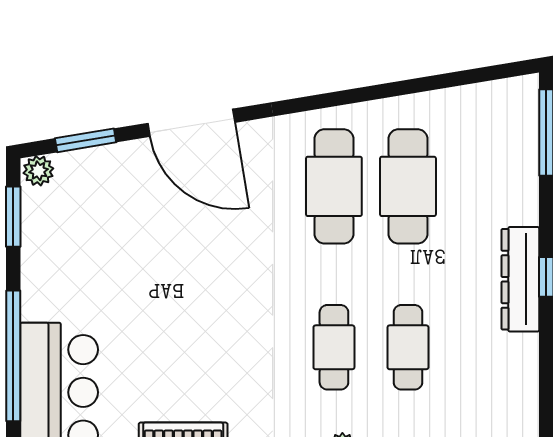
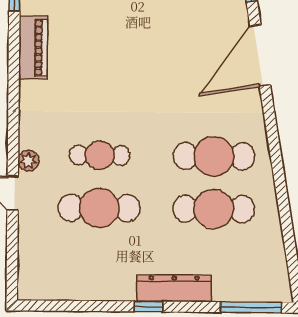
dresser: (520, 279) -> (174, 288), moved
cafe table: (408, 347) -> (99, 208), width x1.37, depth x1.35

